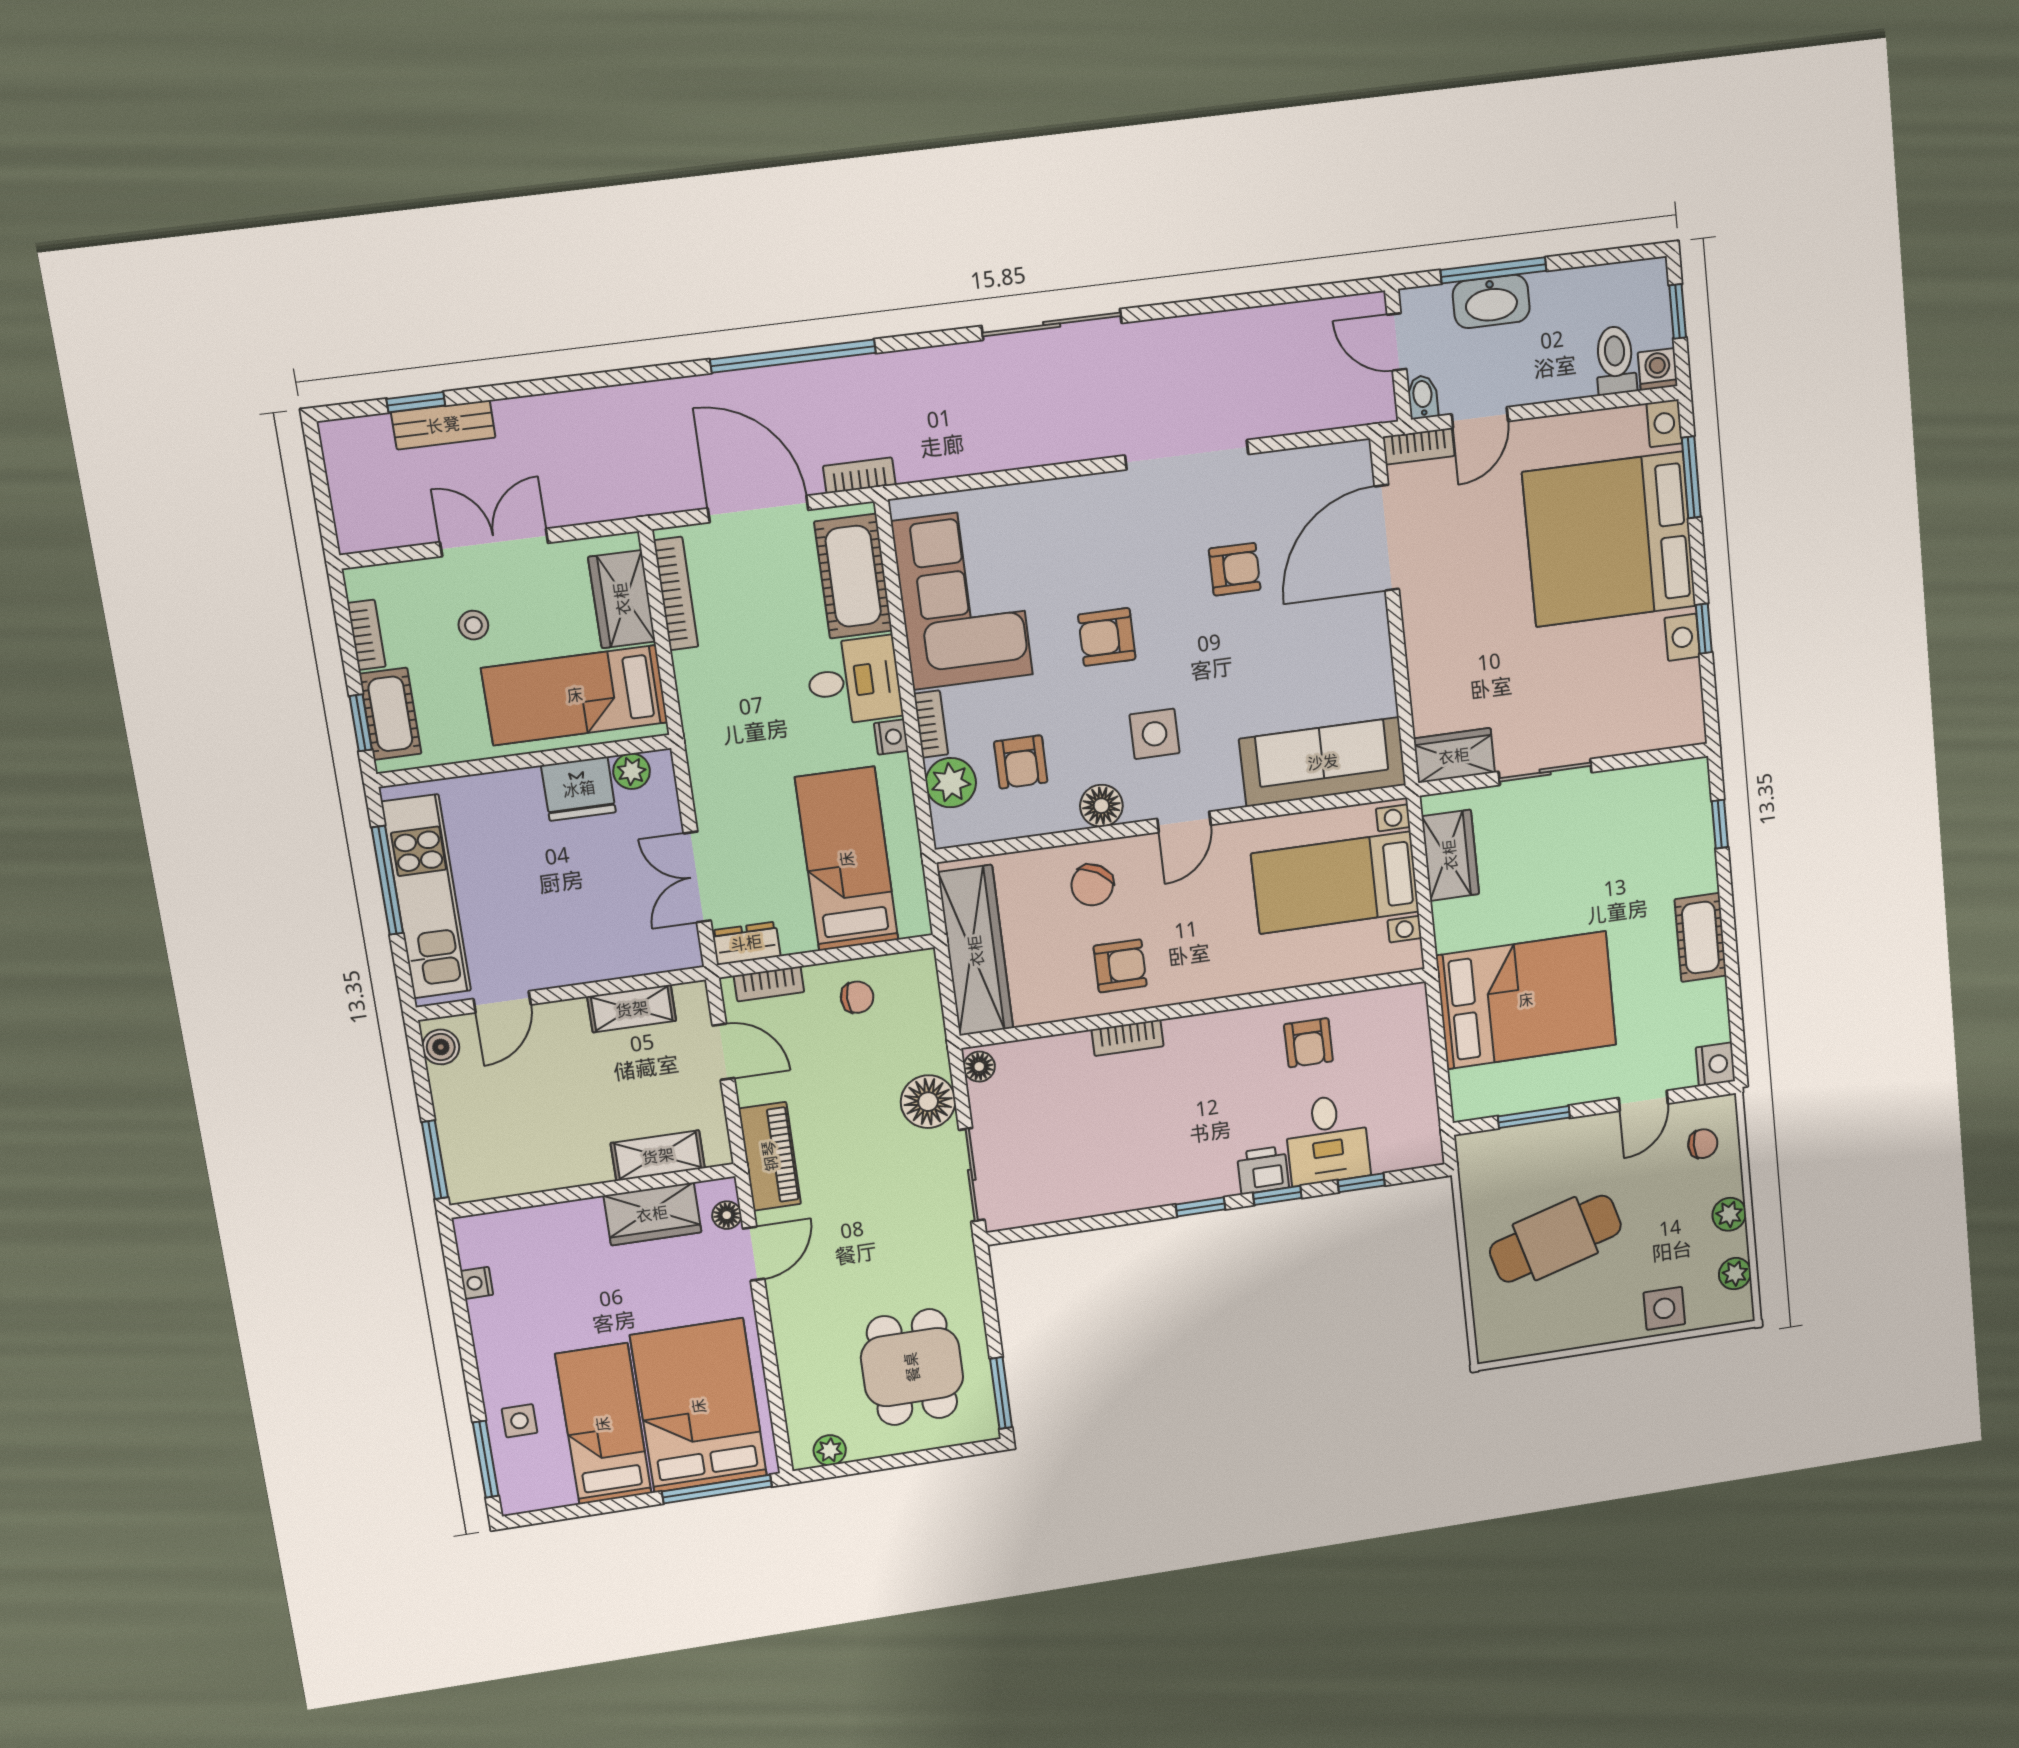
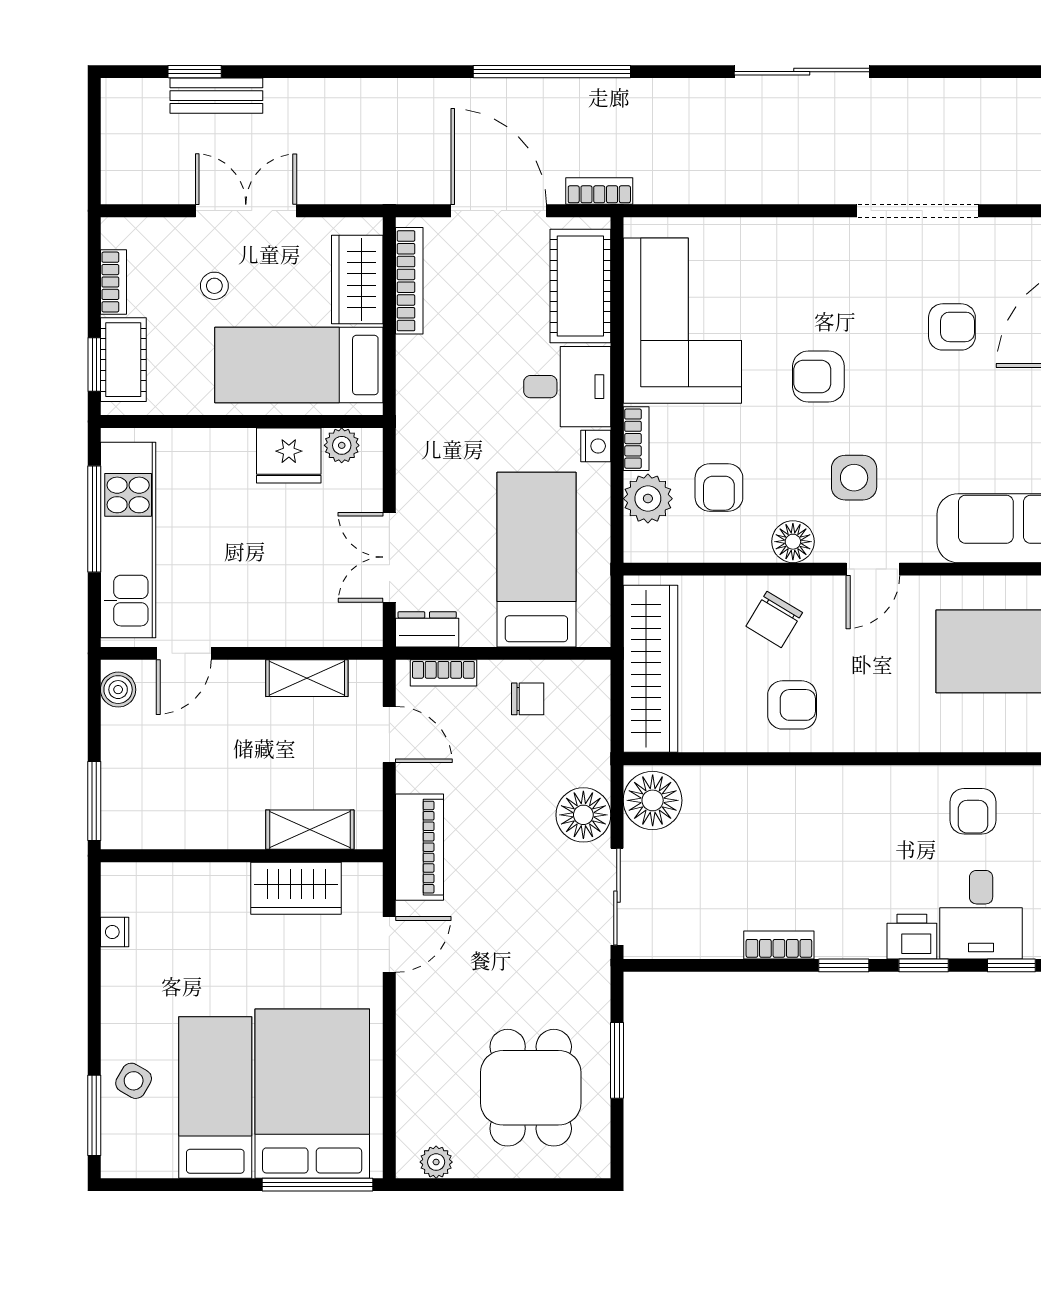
bookcase: (1128, 1038) -> (779, 945), moved, turned 180
floor lamp: (979, 1067) -> (653, 800), width x1.89, depth x1.89
floor lamp: (727, 1215) -> (369, 901), removed
window: (1001, 1393) -> (617, 1060), moved
side table: (520, 1421) -> (134, 1081), turned 30

